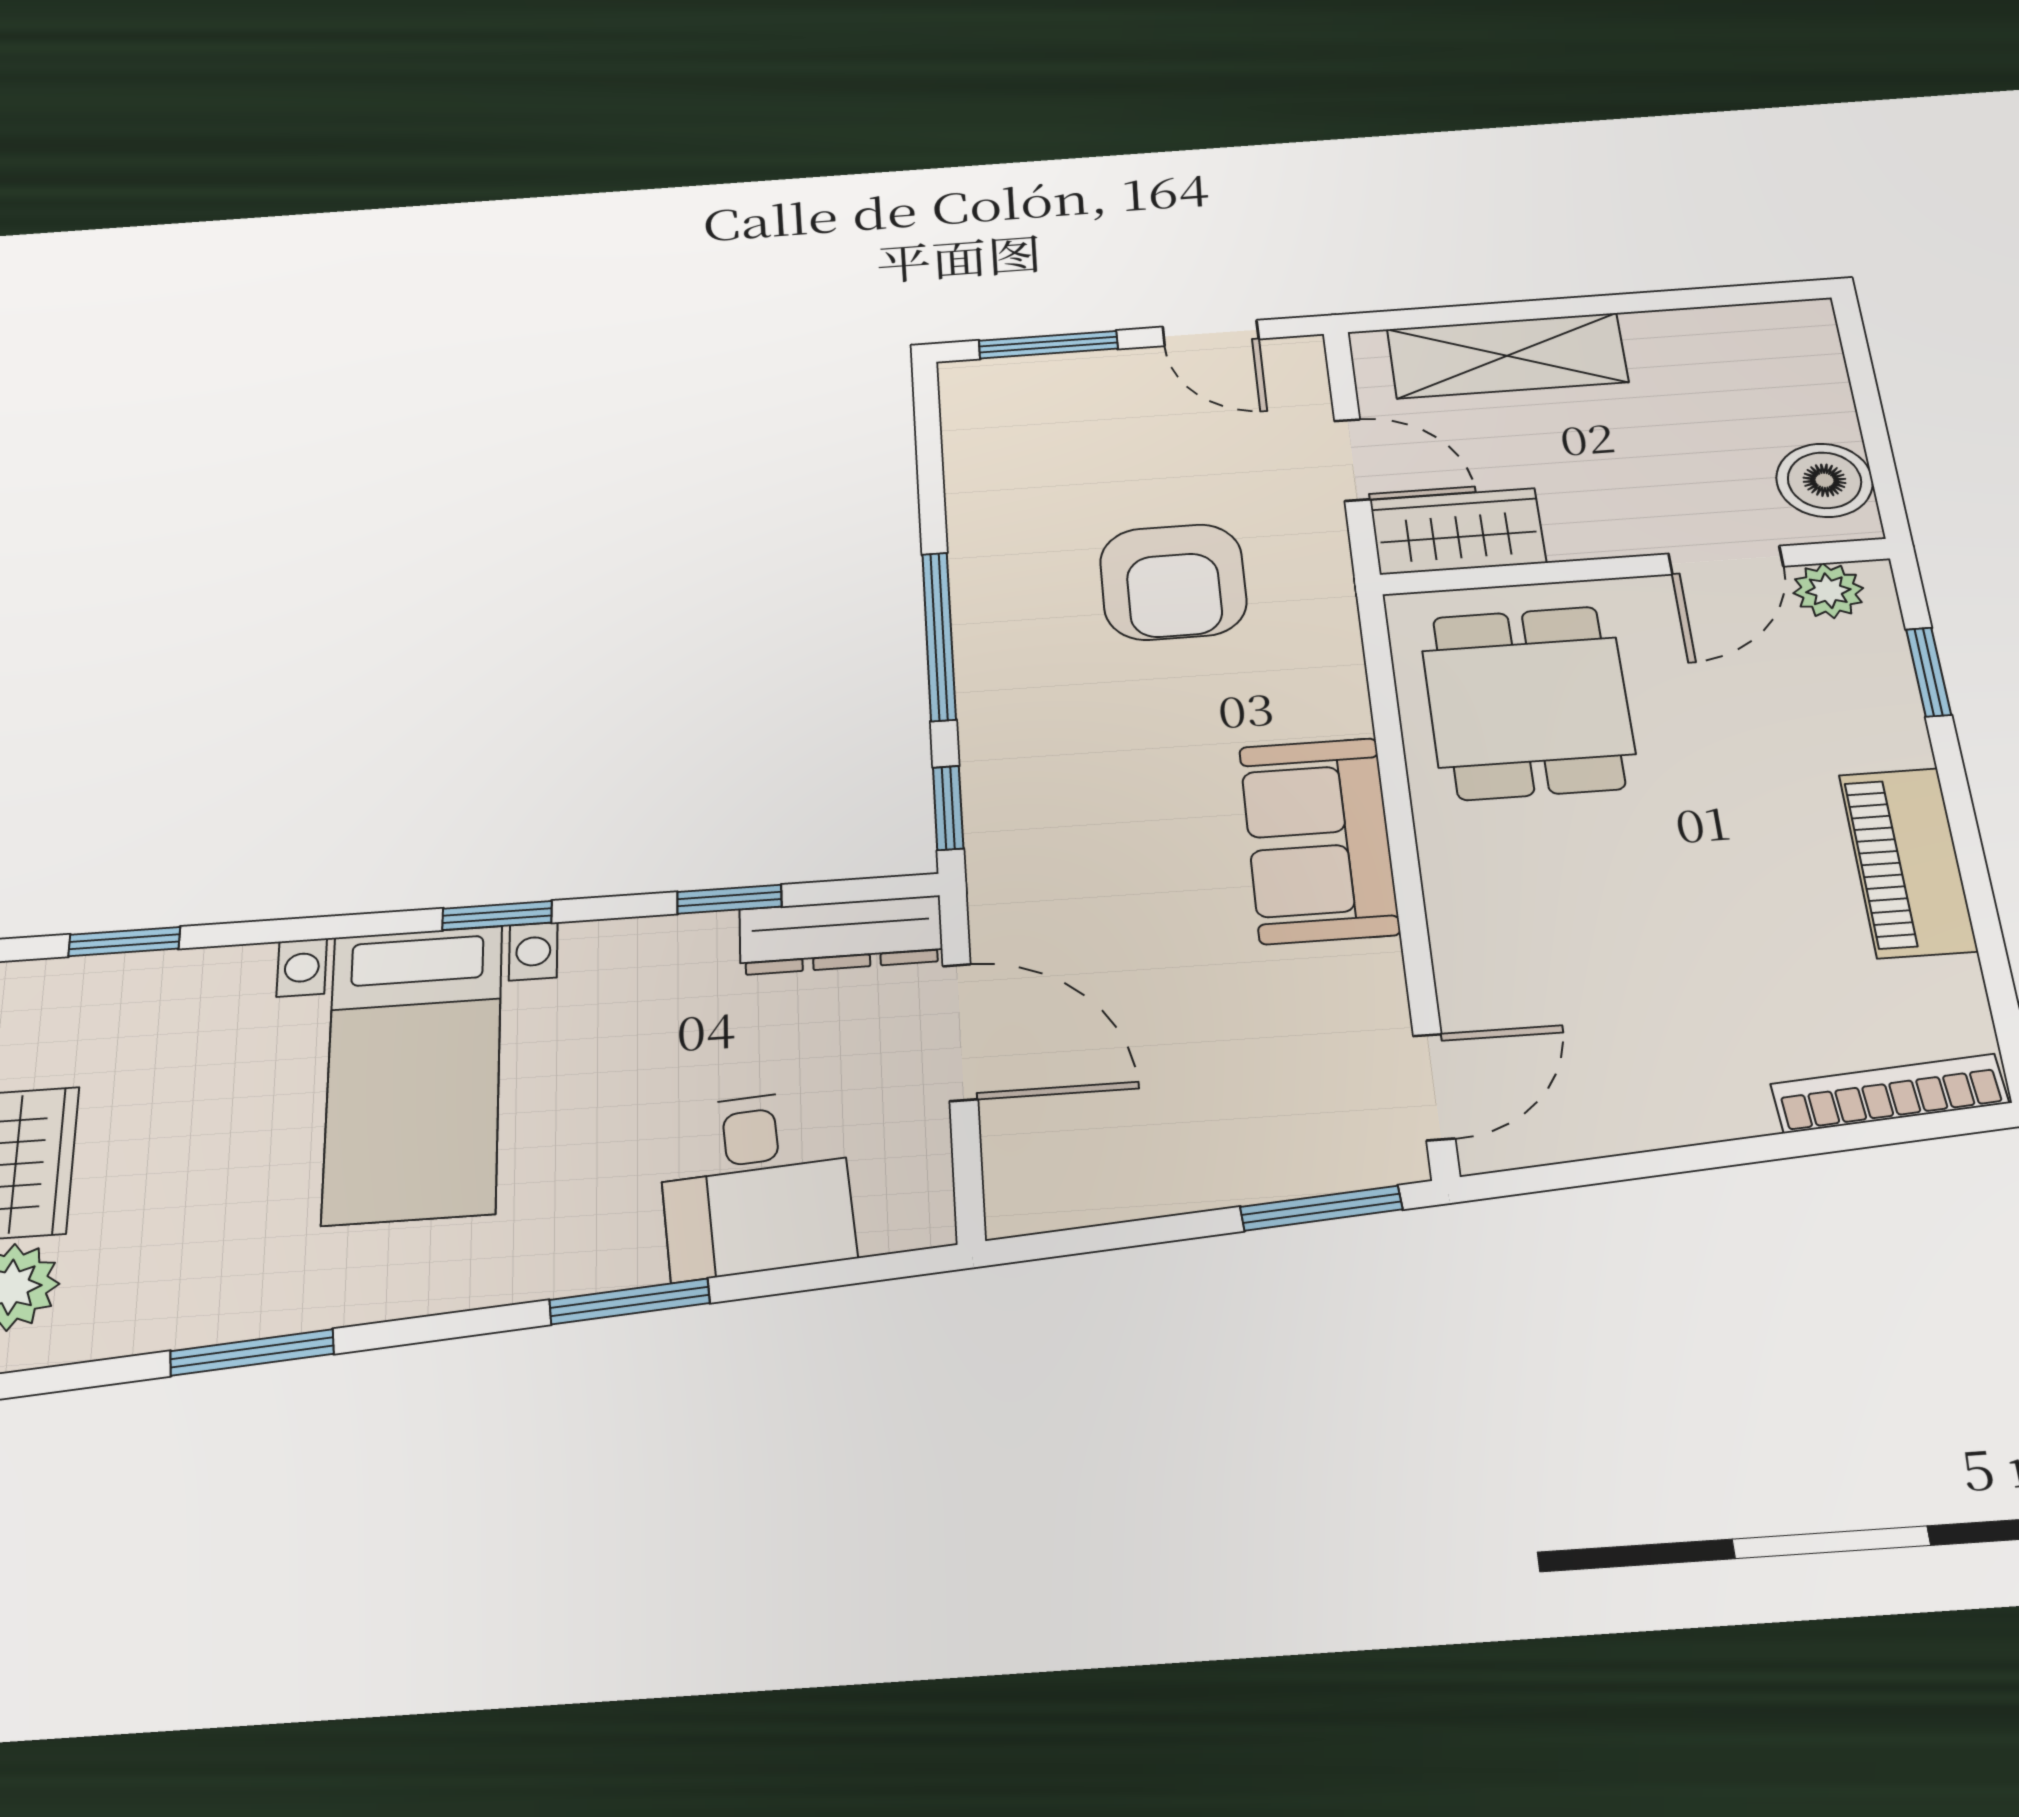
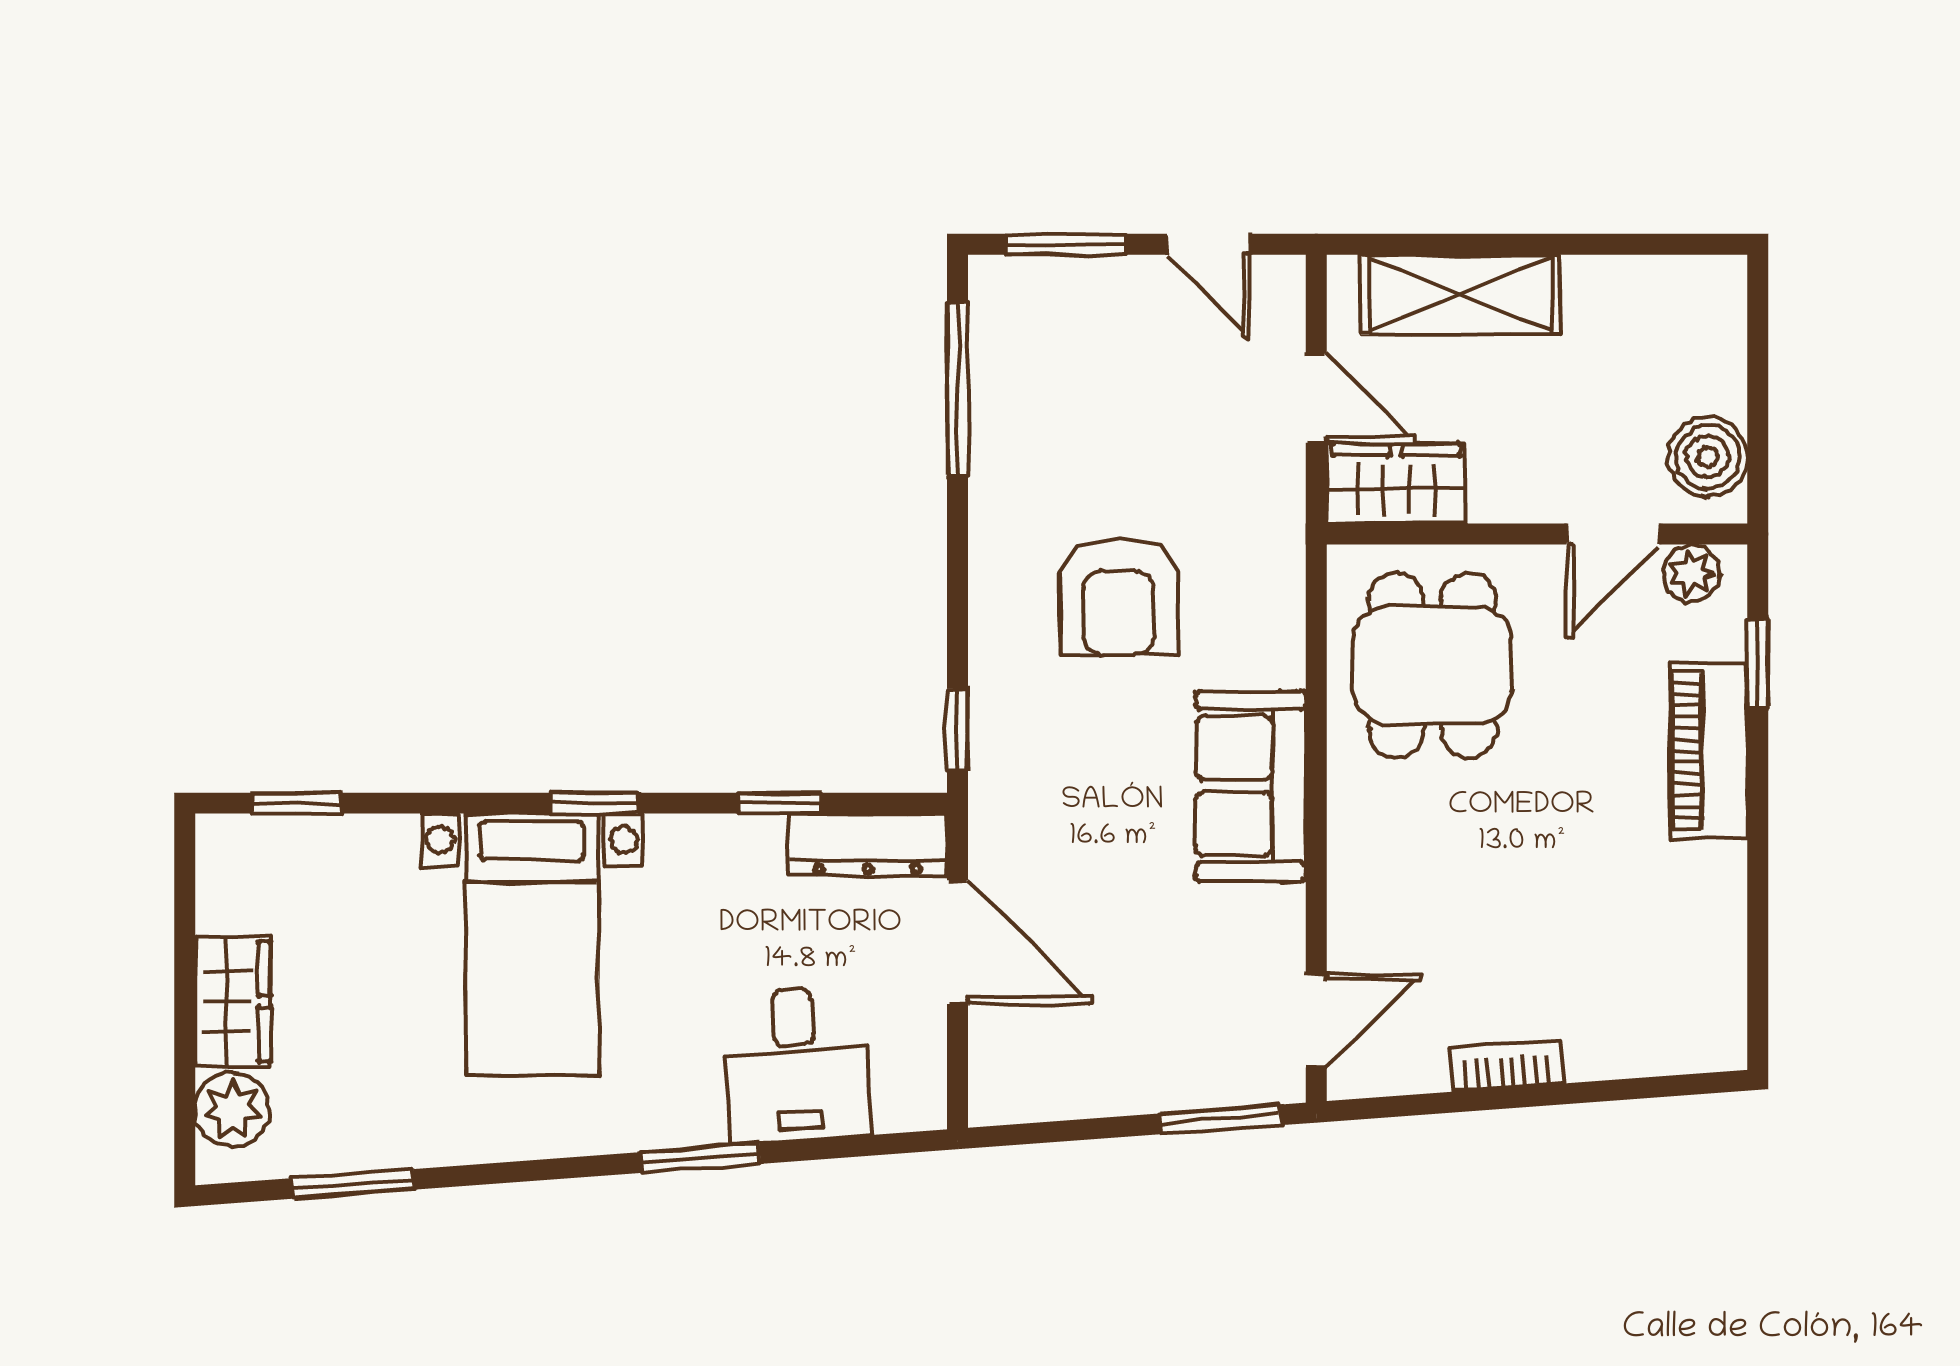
armchair: (1173, 582) -> (1119, 596), moved
window: (939, 636) -> (958, 389), moved
piano: (1908, 862) -> (1708, 751), moved
bookcase: (1889, 1093) -> (1506, 1066), moved, width x0.64
window: (252, 1352) -> (353, 1184), moved

